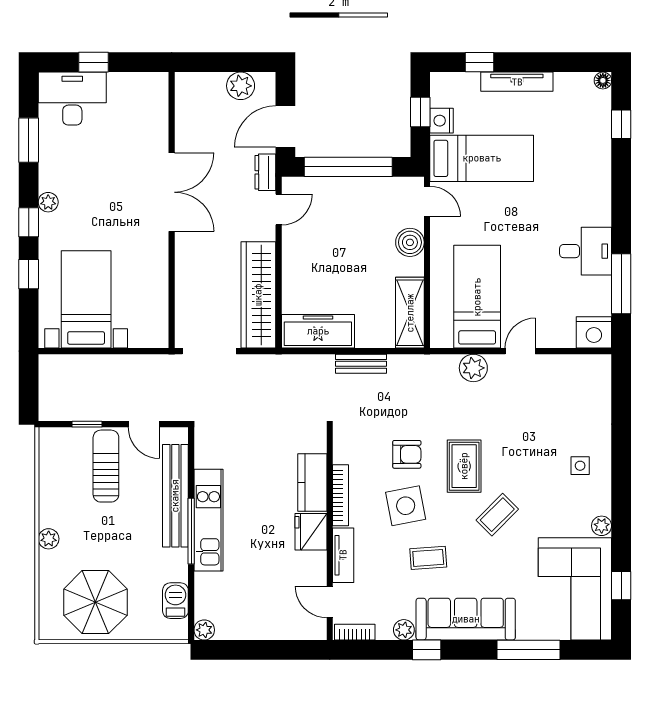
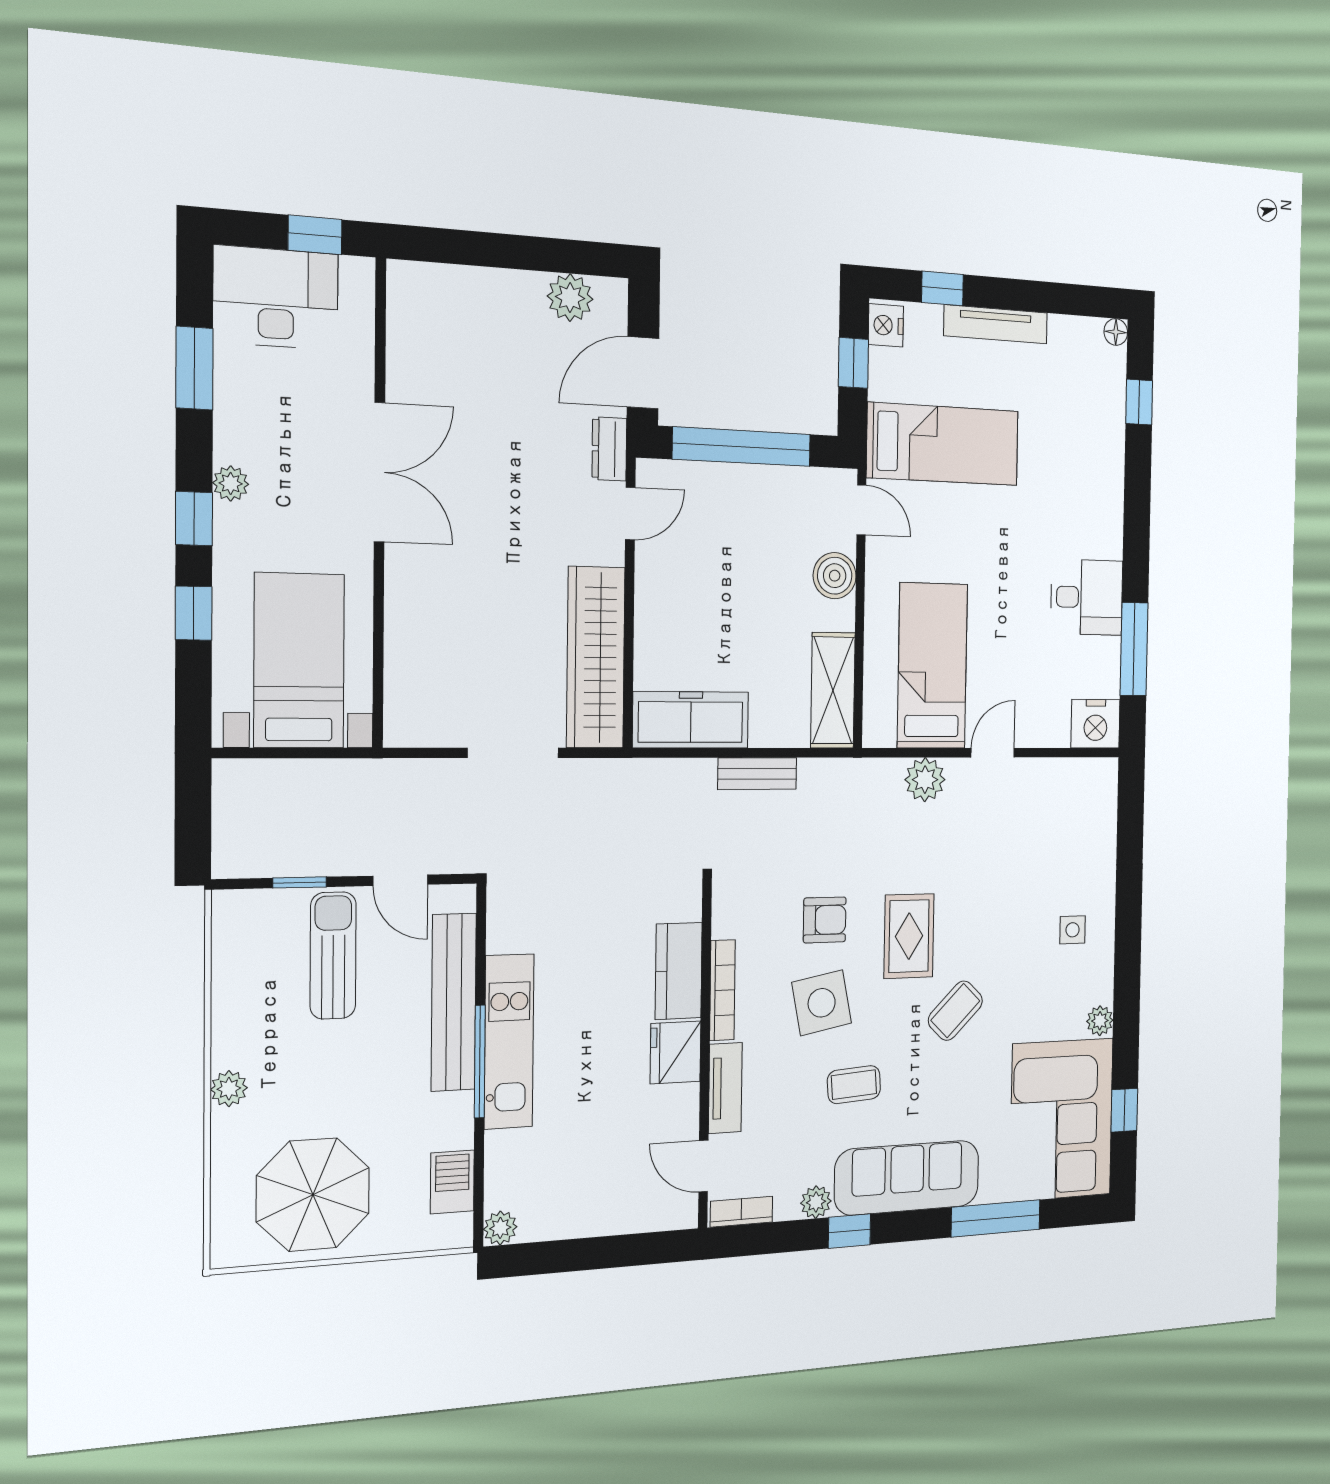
nightstand: (442, 121) -> (886, 325), moved
double door: (172, 192) -> (379, 472), moved
wall: (172, 210) -> (379, 504), moved

